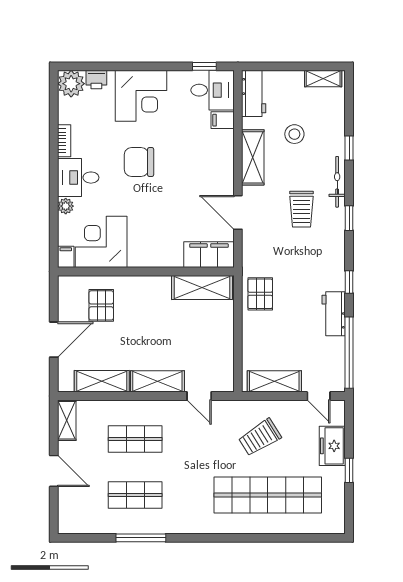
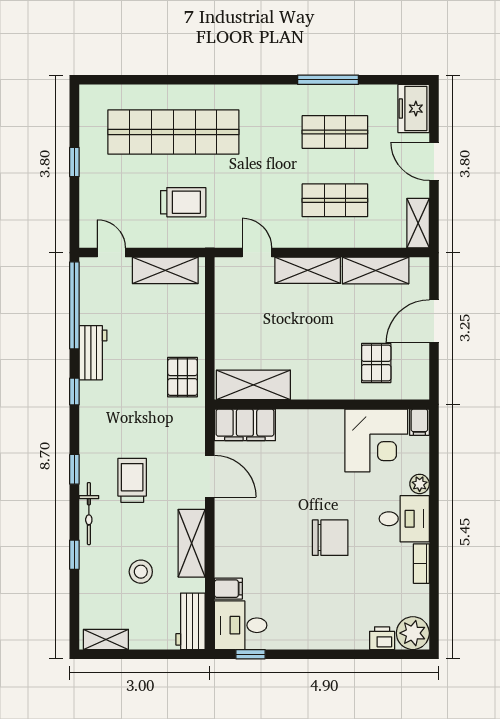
corner desk: (141, 96) -> (328, 618), removed
trolley: (260, 437) -> (183, 202), turned 32
freezer: (332, 446) -> (414, 109), moved, turned 180

